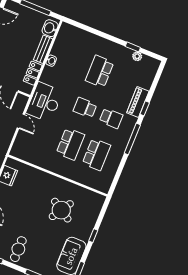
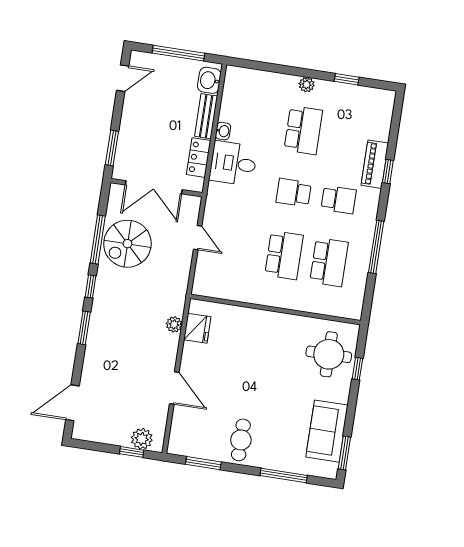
plant: (137, 56) -> (307, 85), moved
school desk: (100, 71) -> (303, 130), turned 180
desk: (44, 102) -> (233, 163), moved, width x0.73
window: (132, 139) -> (376, 247), moved
round table: (61, 210) -> (329, 354), moved, turned -32
window: (93, 236) -> (357, 369), moved

